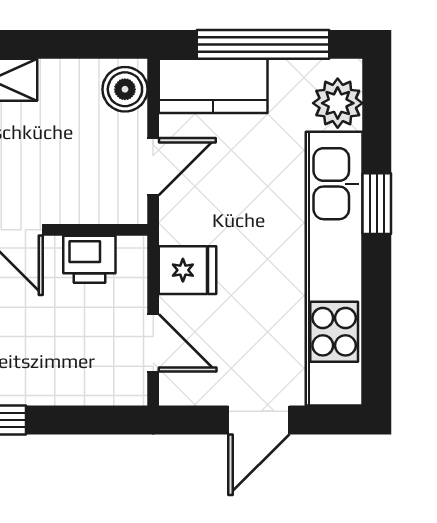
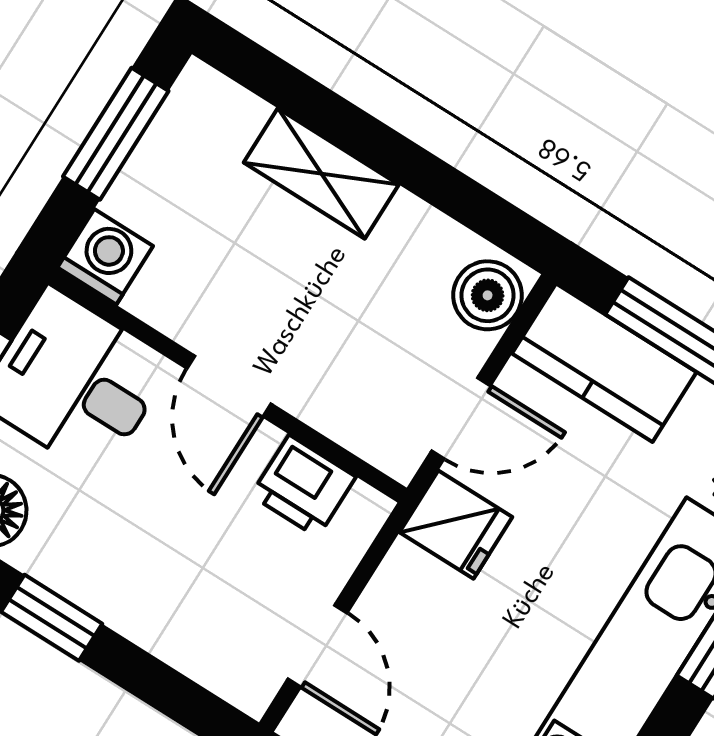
fridge: (187, 270) -> (456, 525), moved

